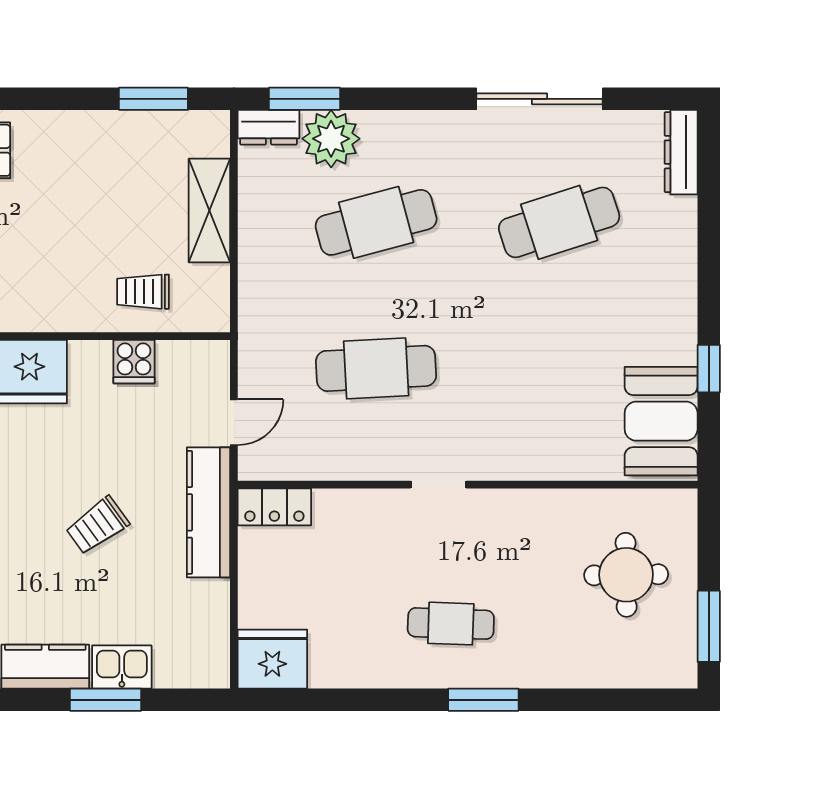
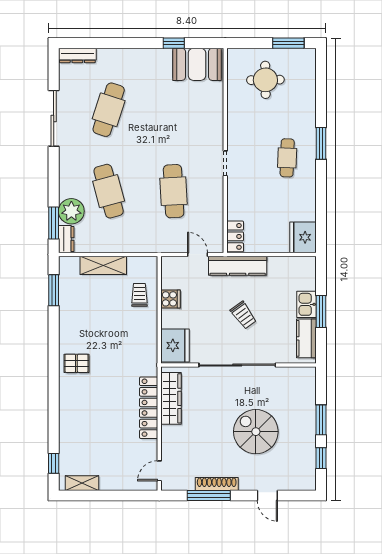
cafe table: (559, 222) -> (109, 110), turned 36
trolley: (143, 292) -> (139, 295), turned 180

